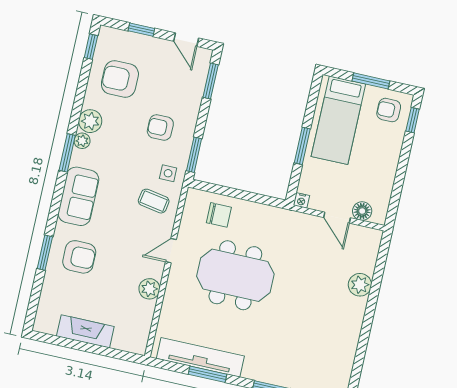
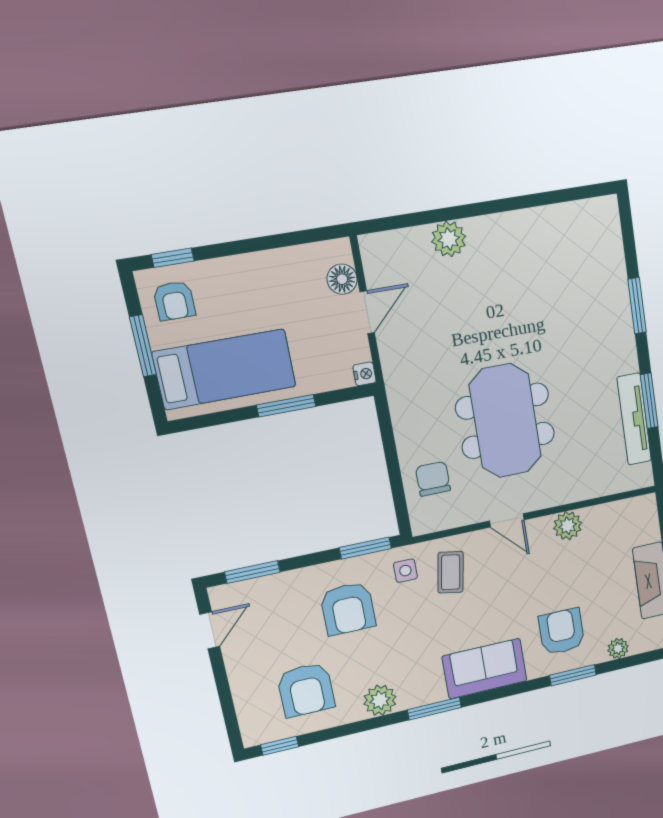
window: (141, 30) -> (225, 694), removed
armchair: (160, 127) -> (348, 609), width x1.38, depth x1.38
plant: (82, 141) -> (618, 648), moved
tv unit: (200, 357) -> (634, 419), width x0.73, depth x0.78

